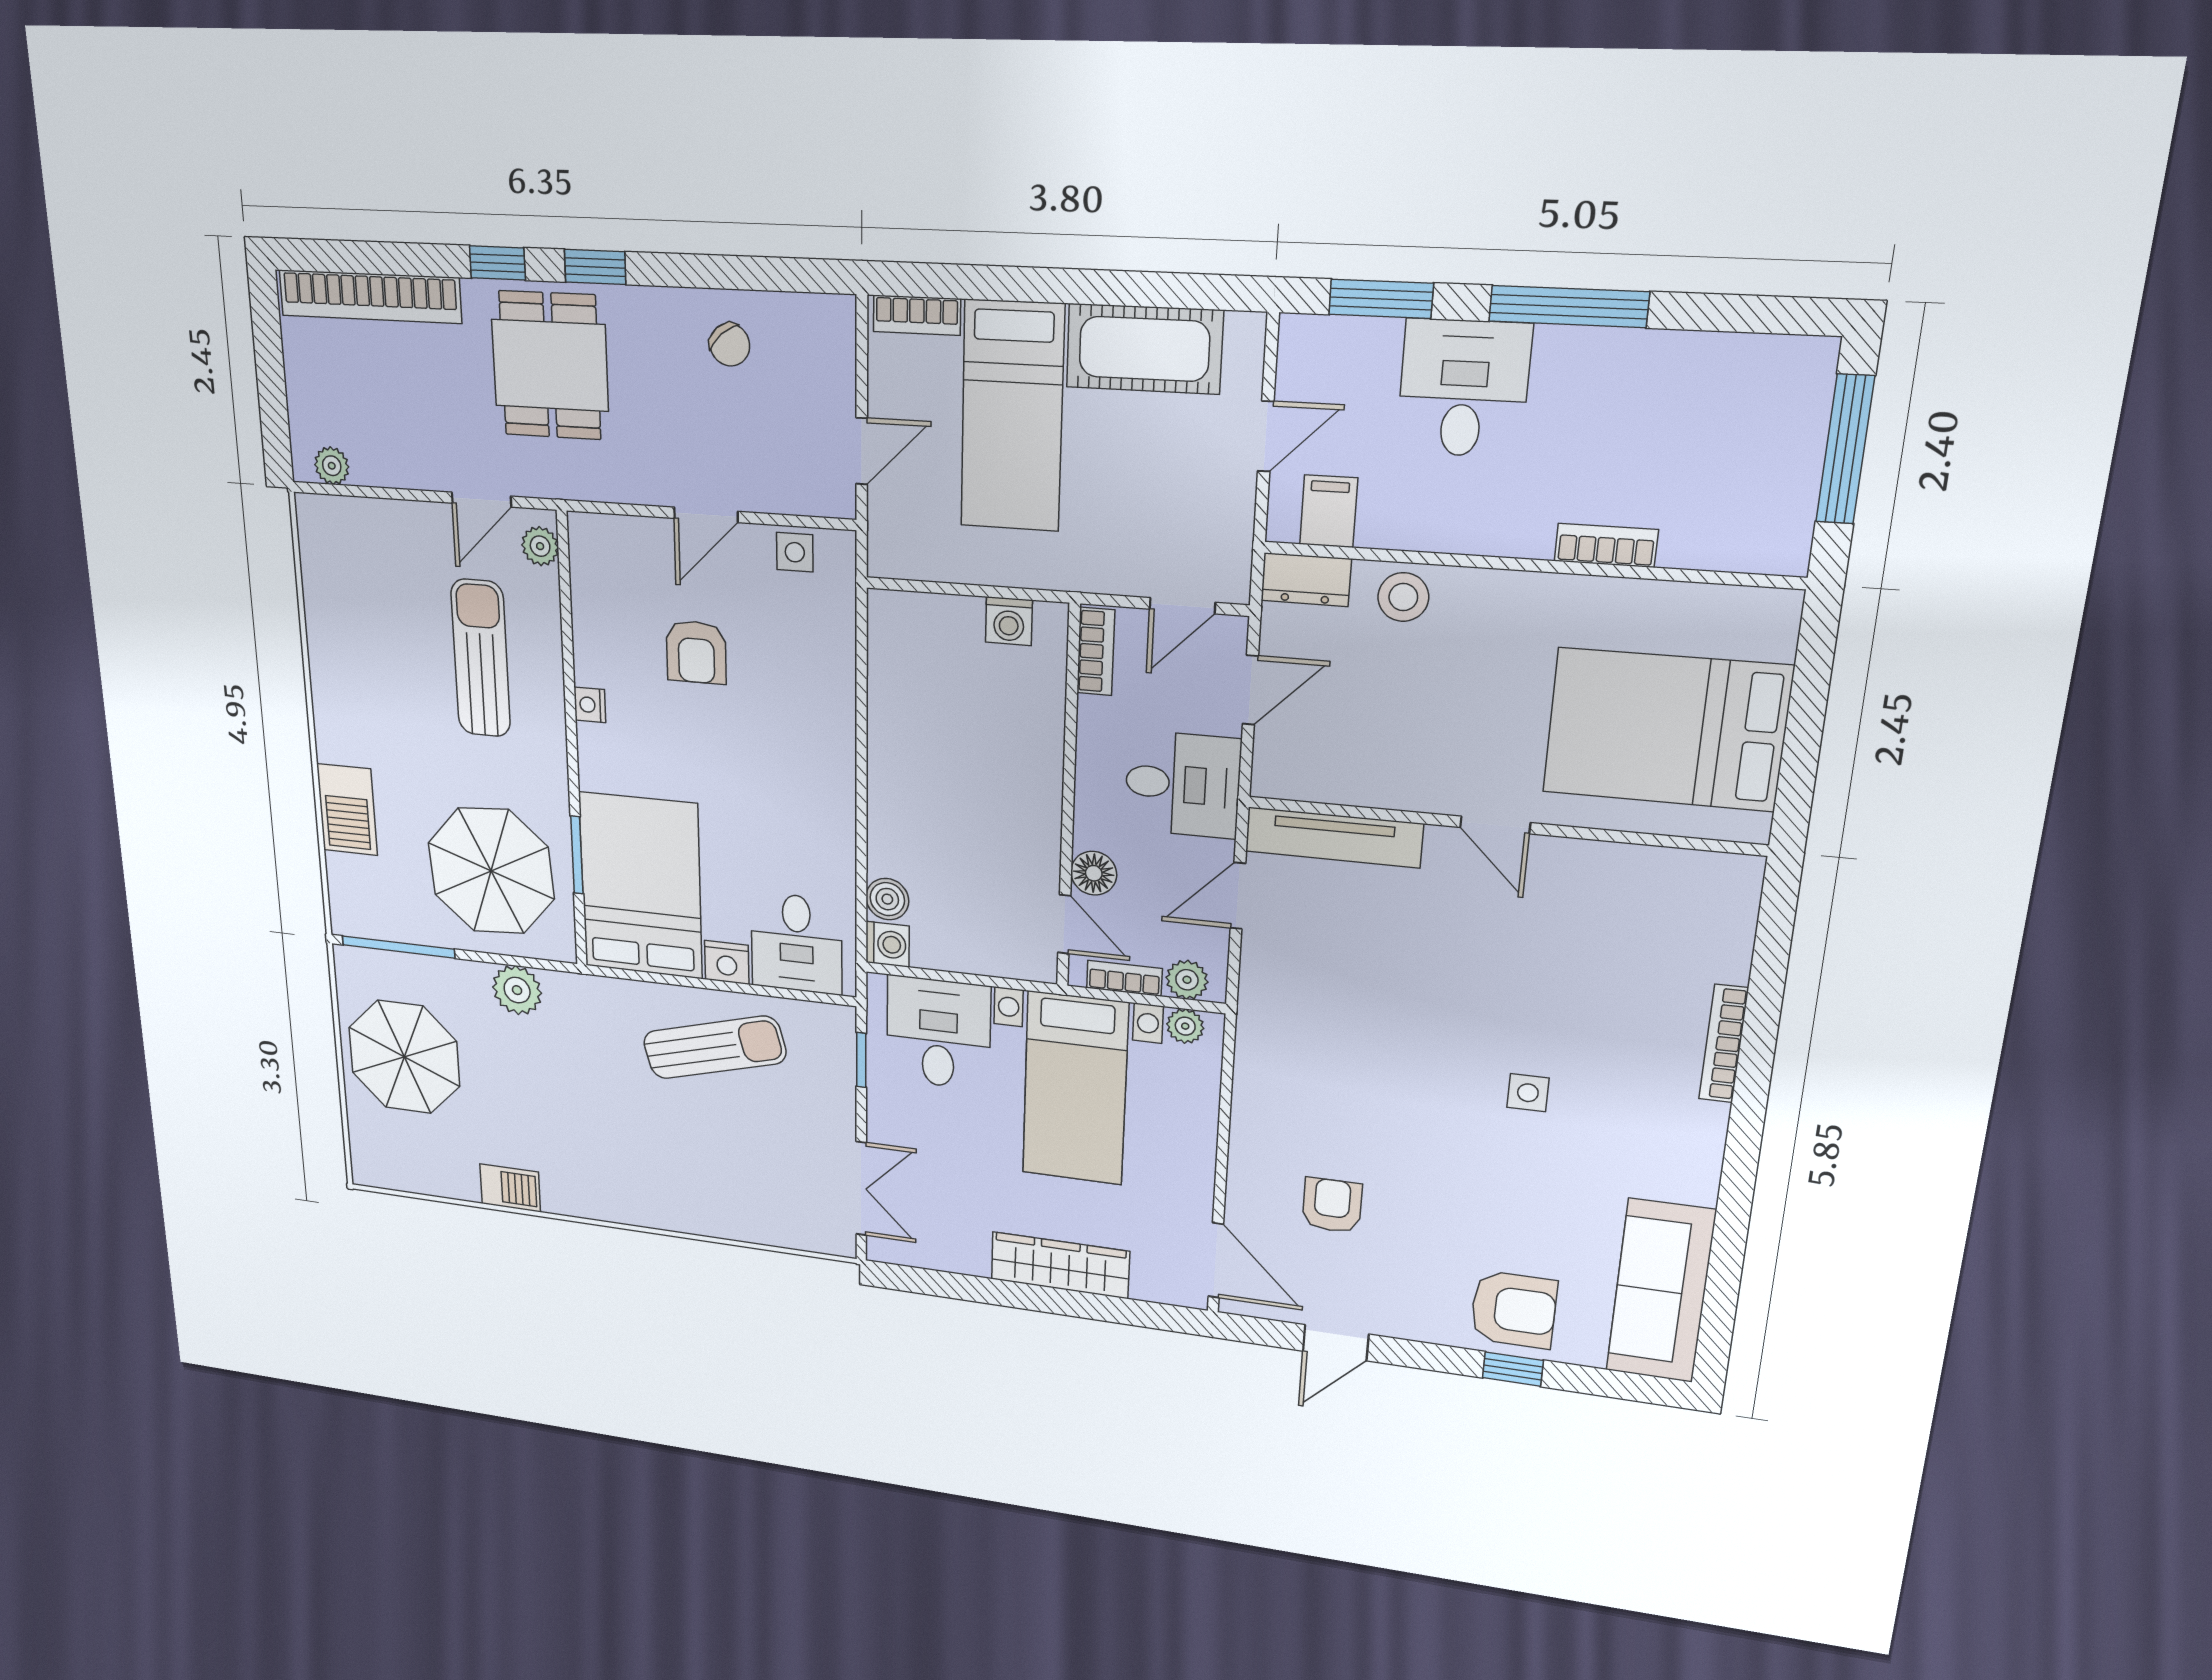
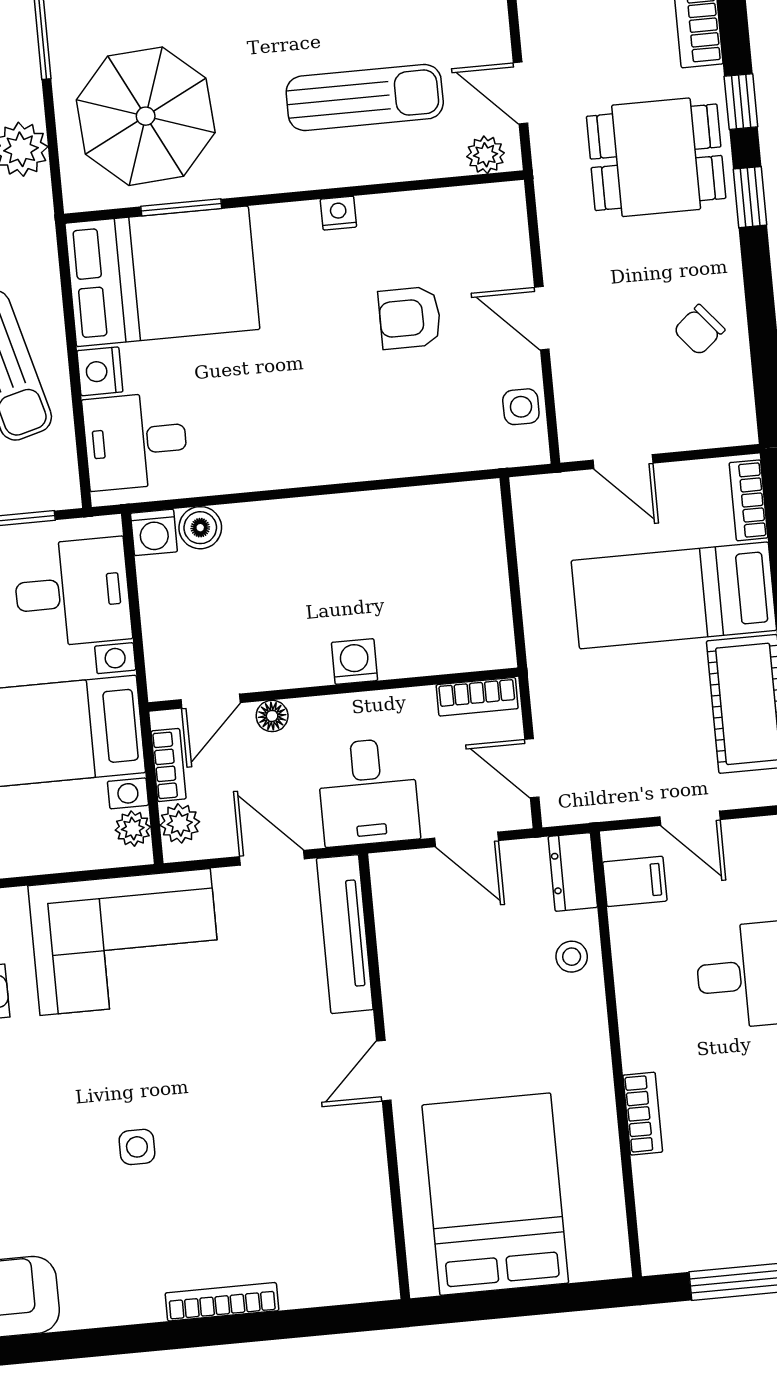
stool: (1403, 597) -> (572, 957), width x0.73, depth x0.73
washing machine: (1009, 621) -> (354, 661), moved, turned 90
floor lamp: (1094, 873) -> (272, 716), width x0.73, depth x0.73
corner sofa: (1303, 1058) -> (125, 942), added

